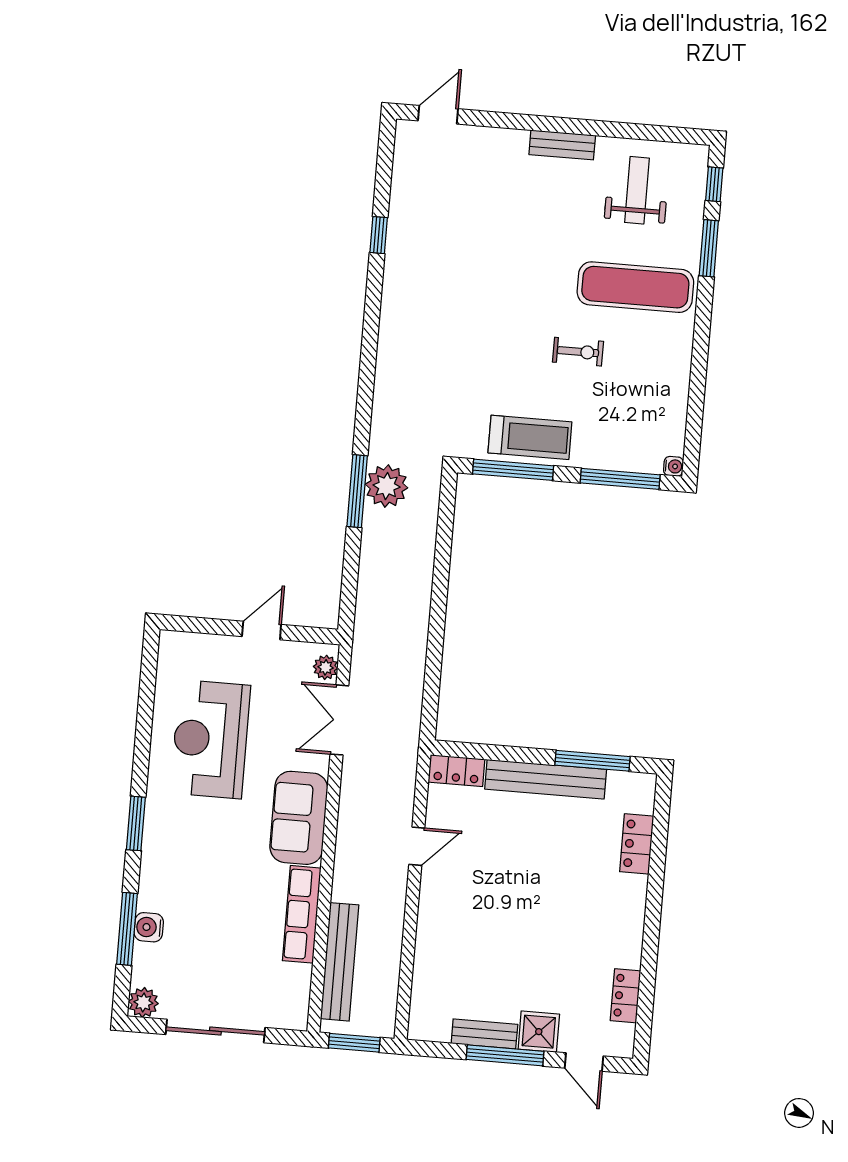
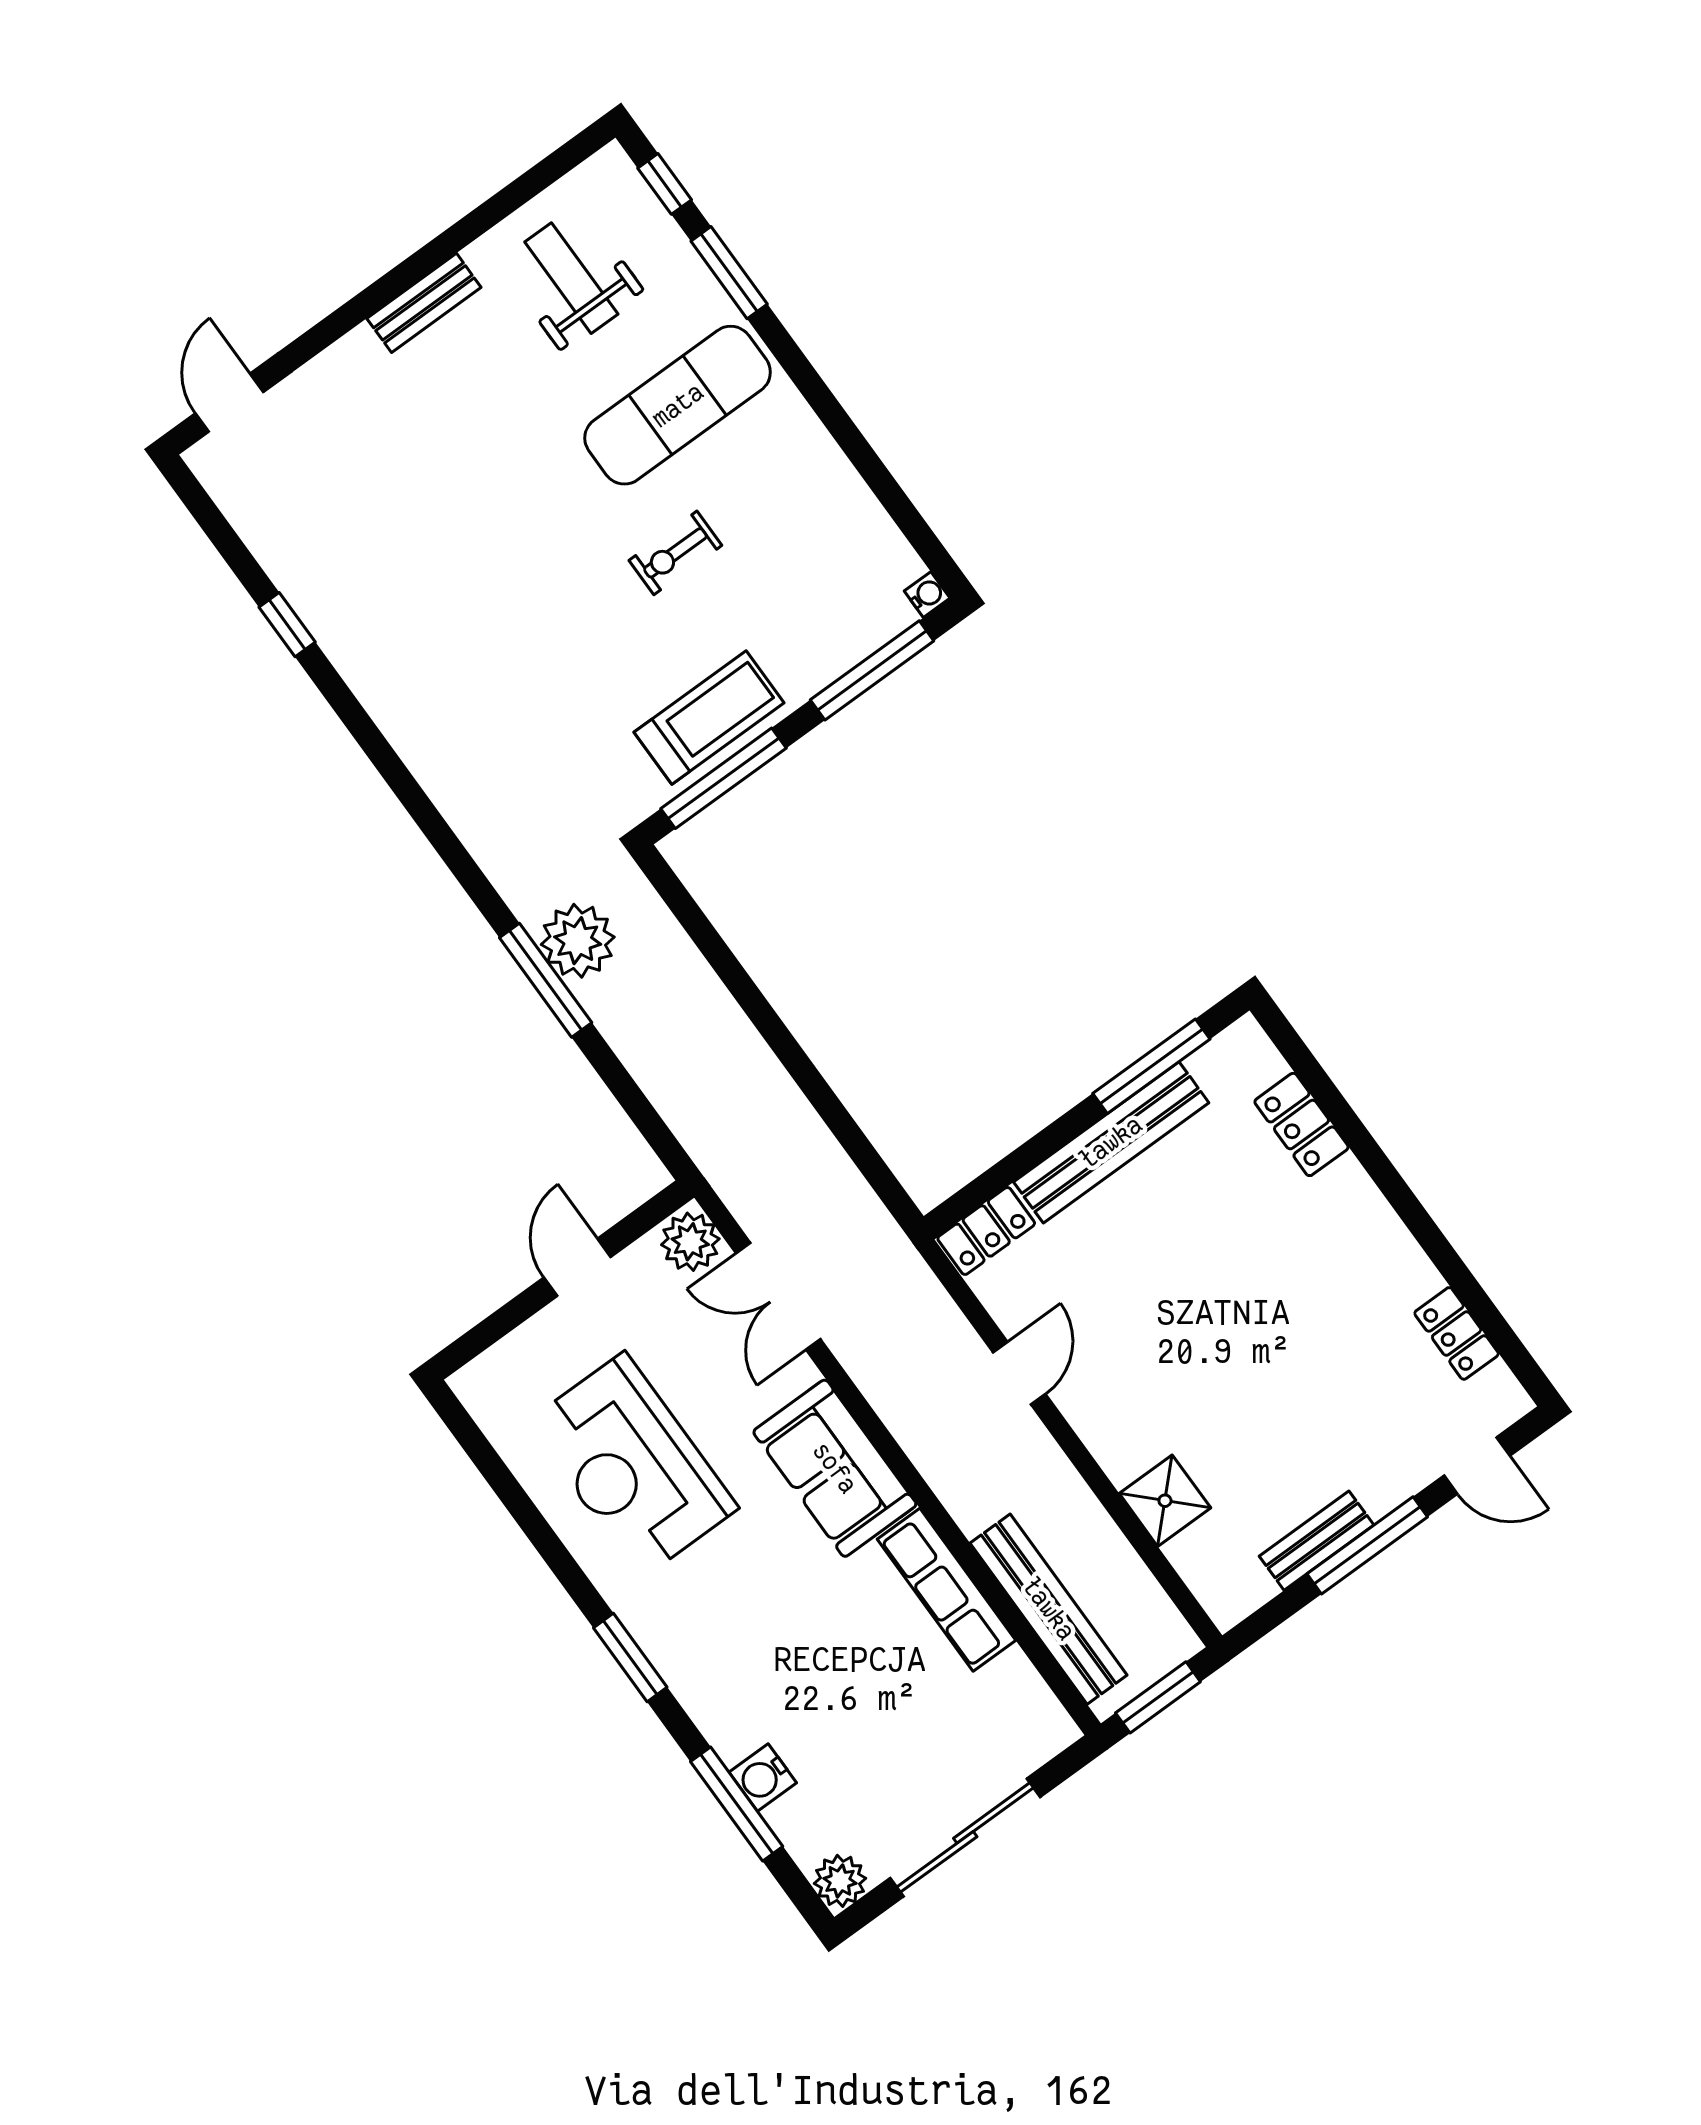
exercise bike: (578, 352) -> (675, 553), turned 180
plant: (326, 667) -> (690, 1242), width x1.38, depth x1.38
shower: (539, 1032) -> (1165, 1501), moved

